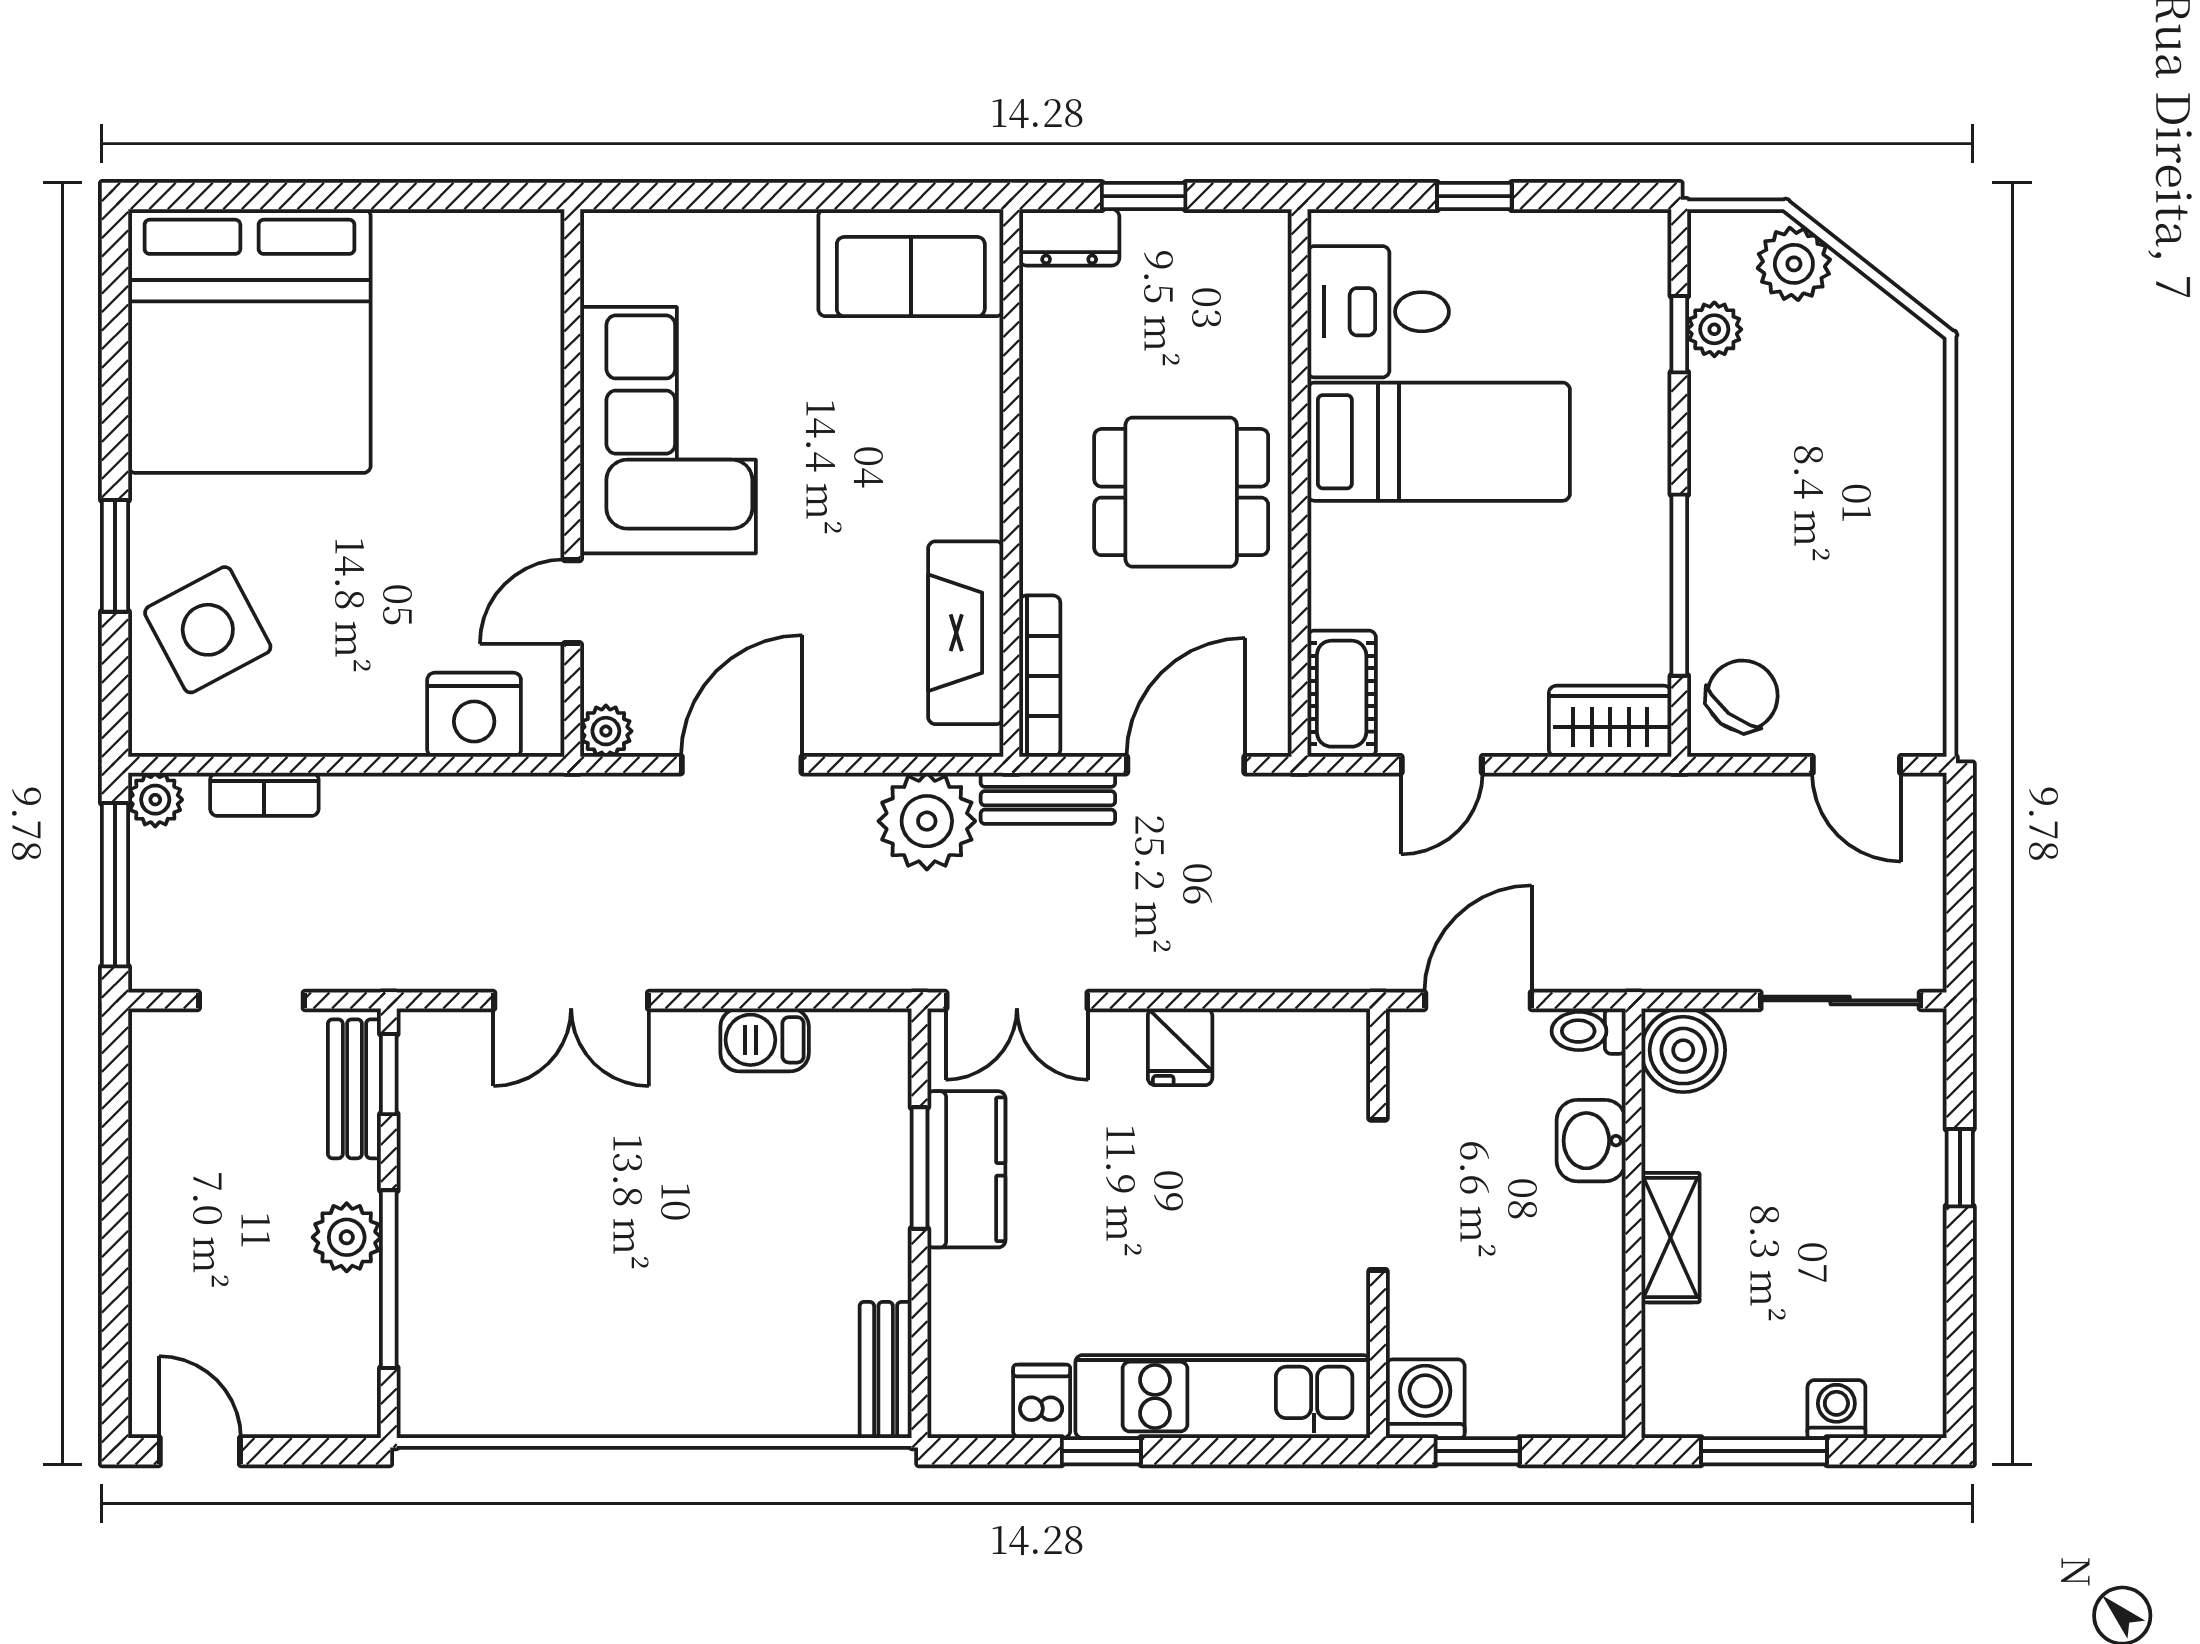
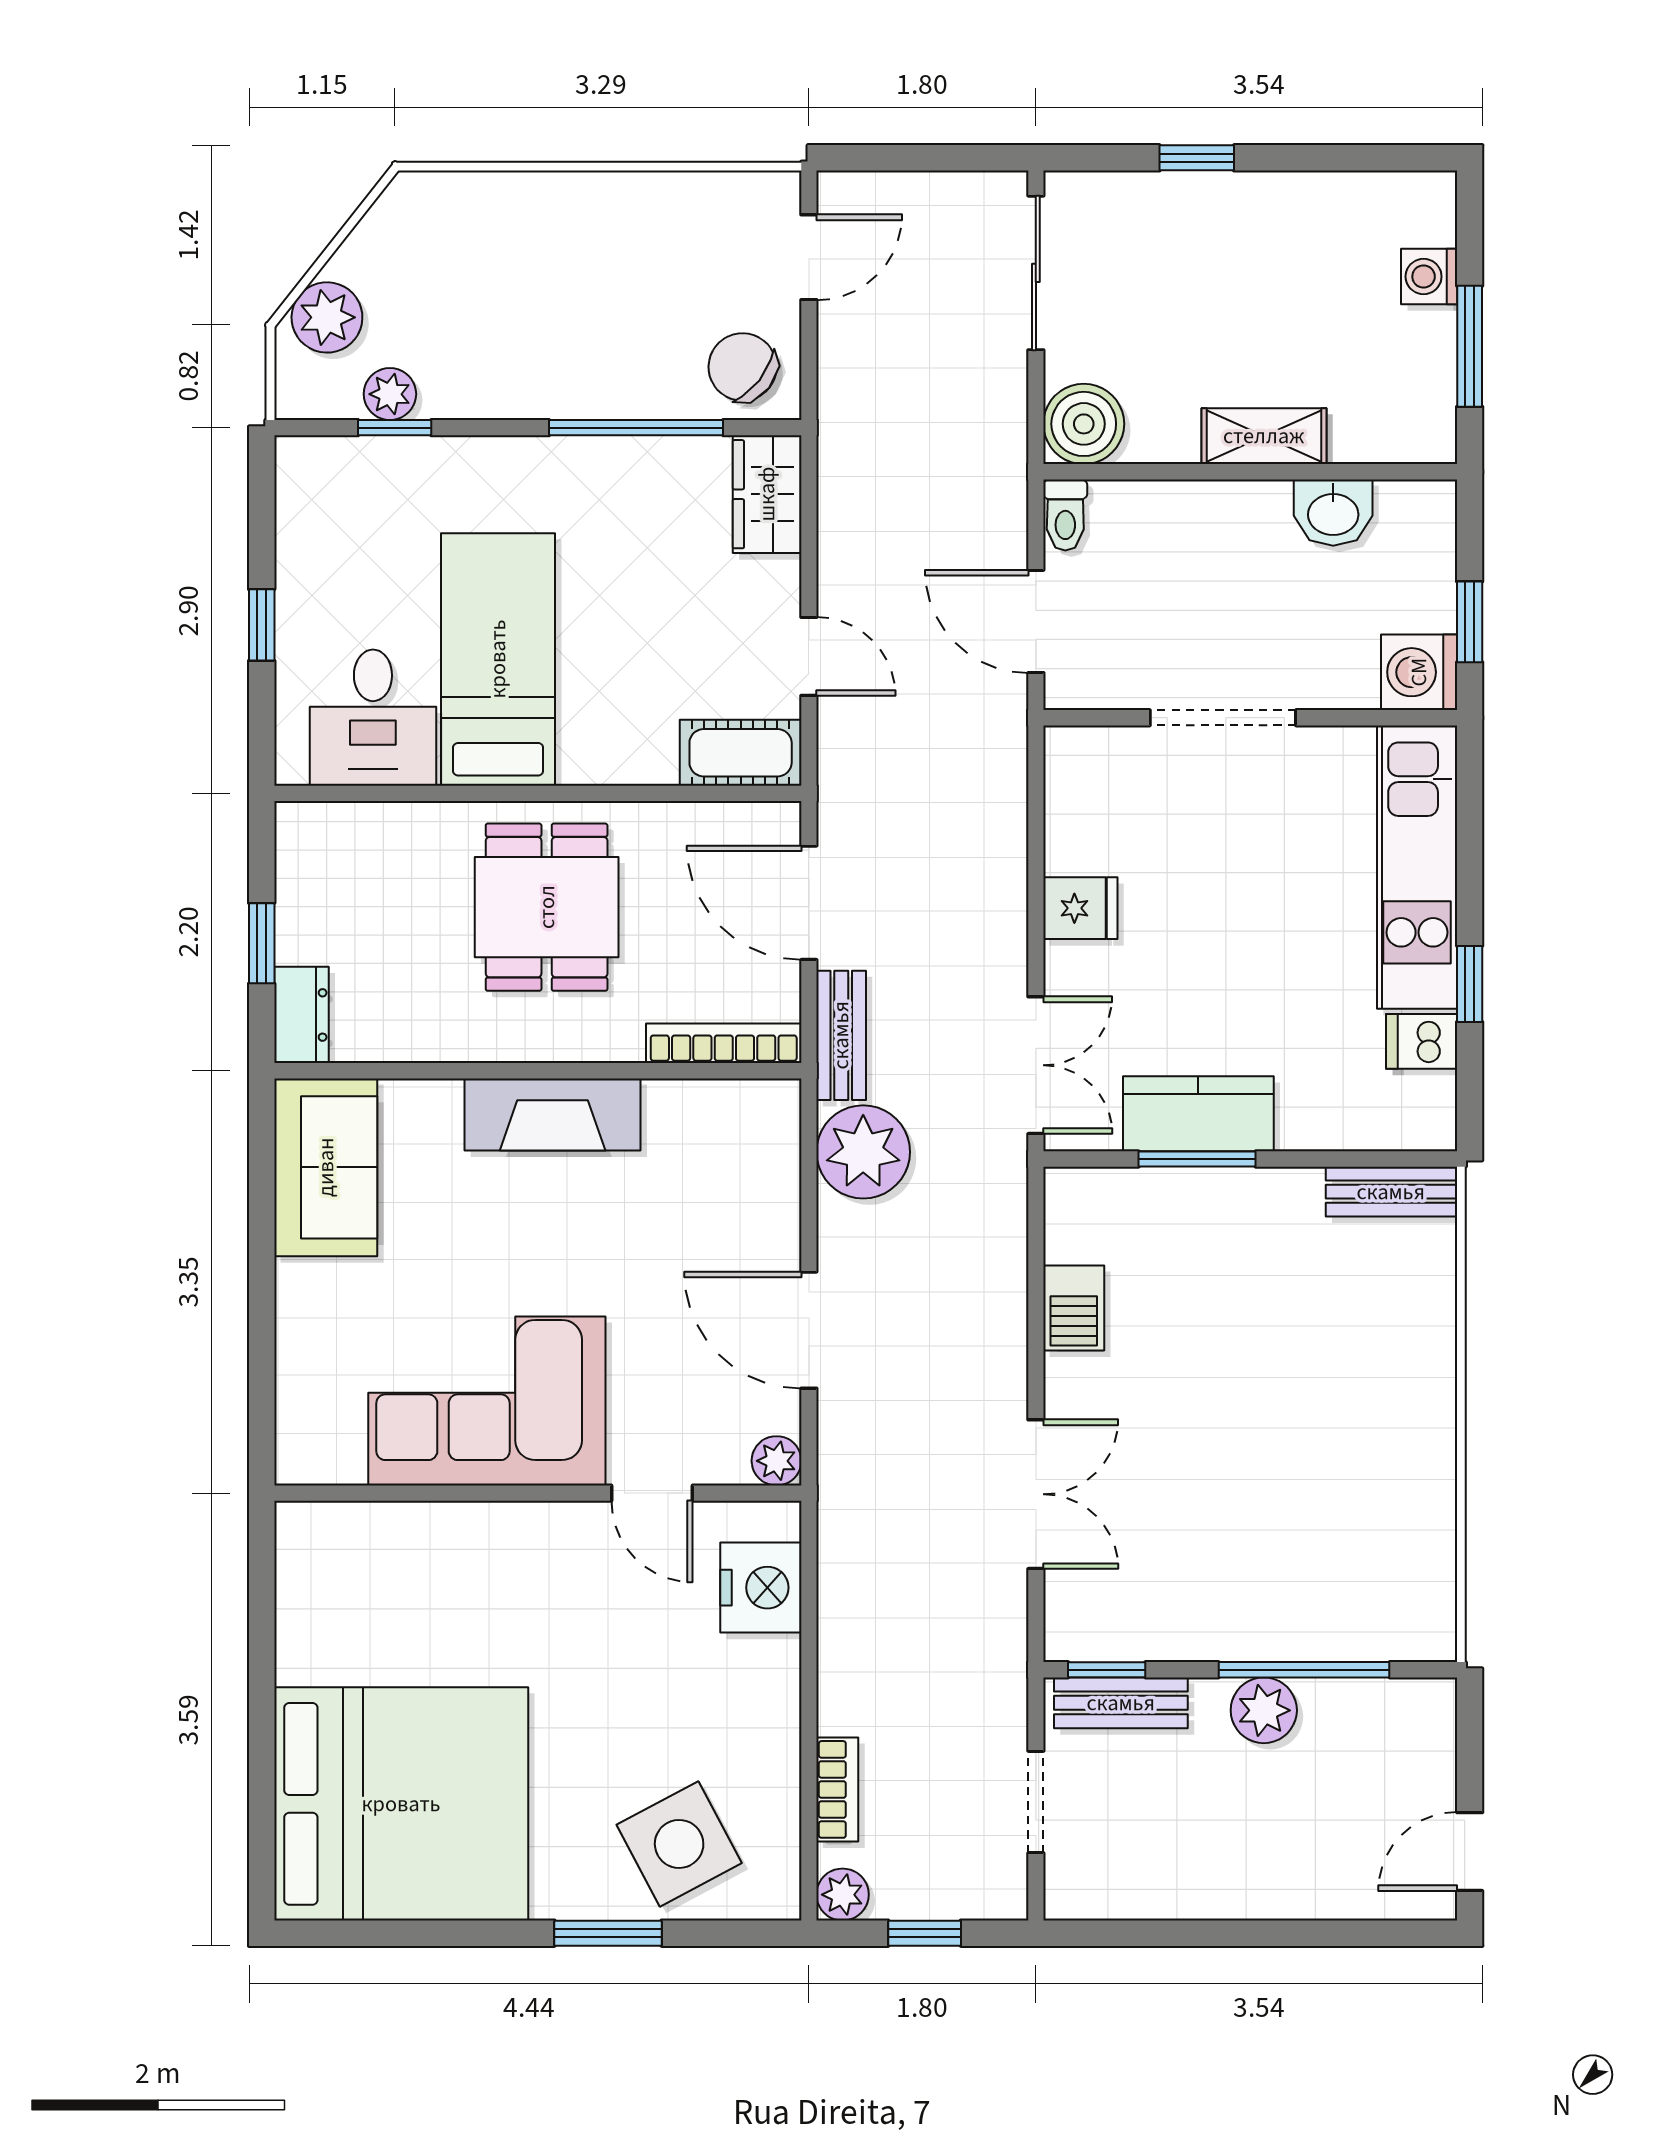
fireplace: (966, 633) -> (553, 1114), moved
window: (115, 885) -> (925, 1933), width x0.46
washbasin: (1591, 1141) -> (1333, 513), moved

